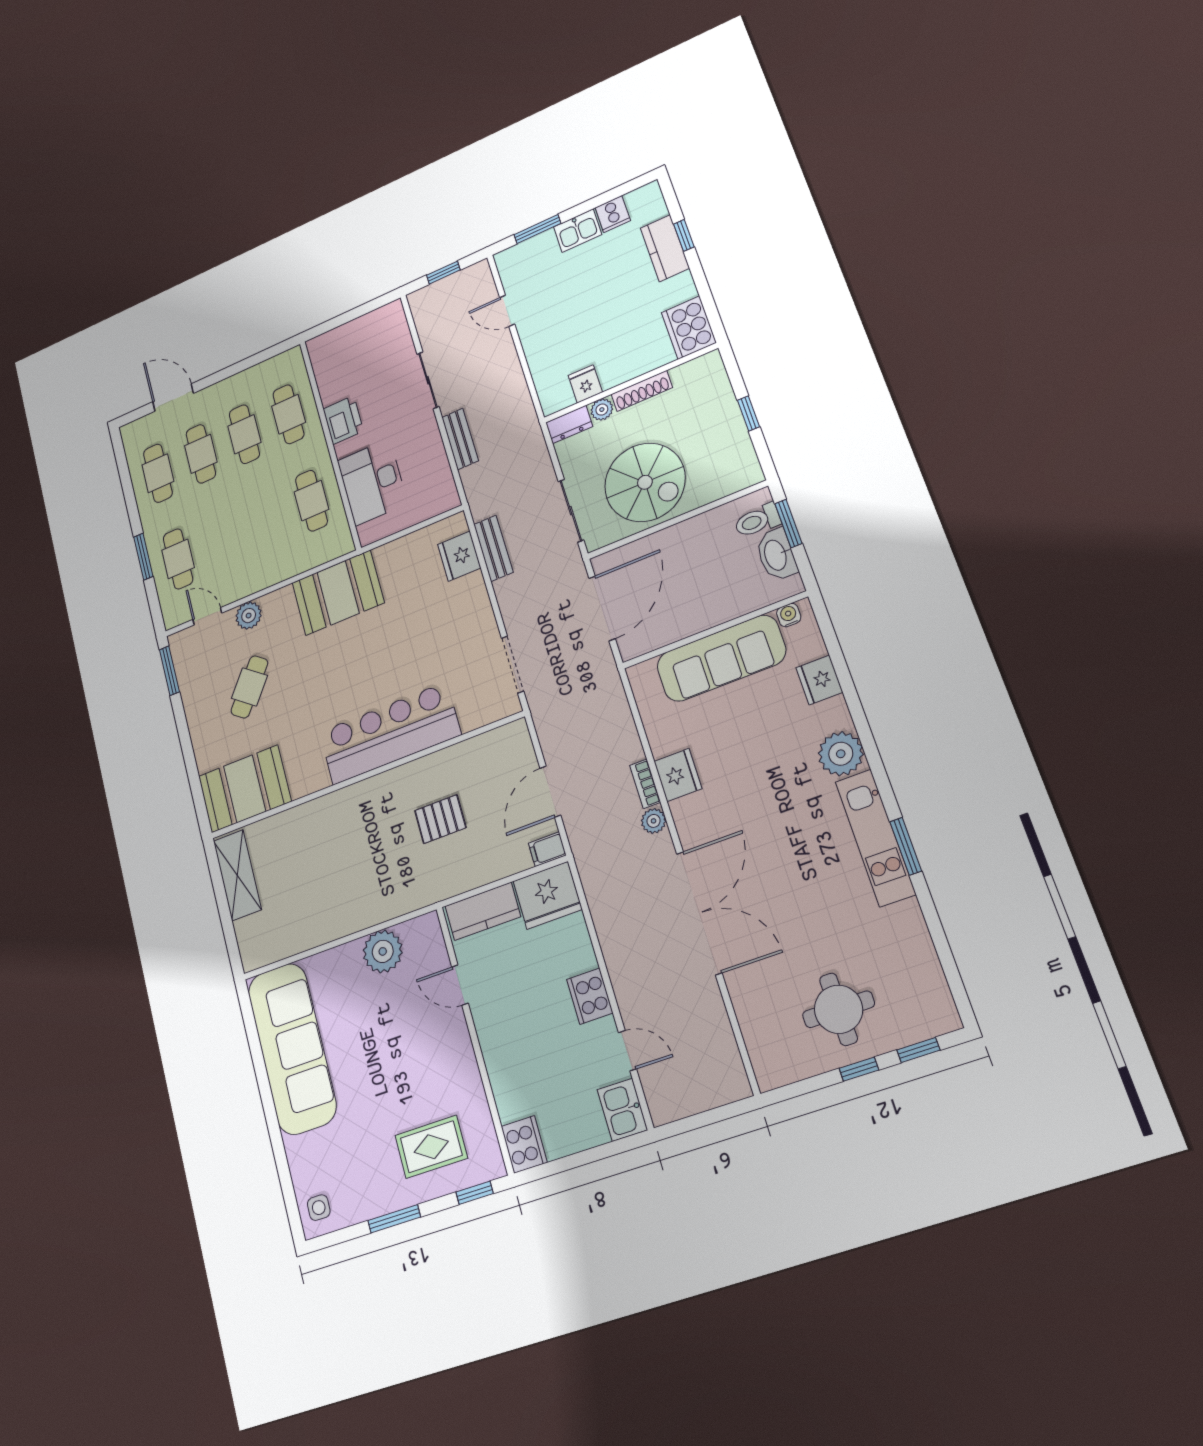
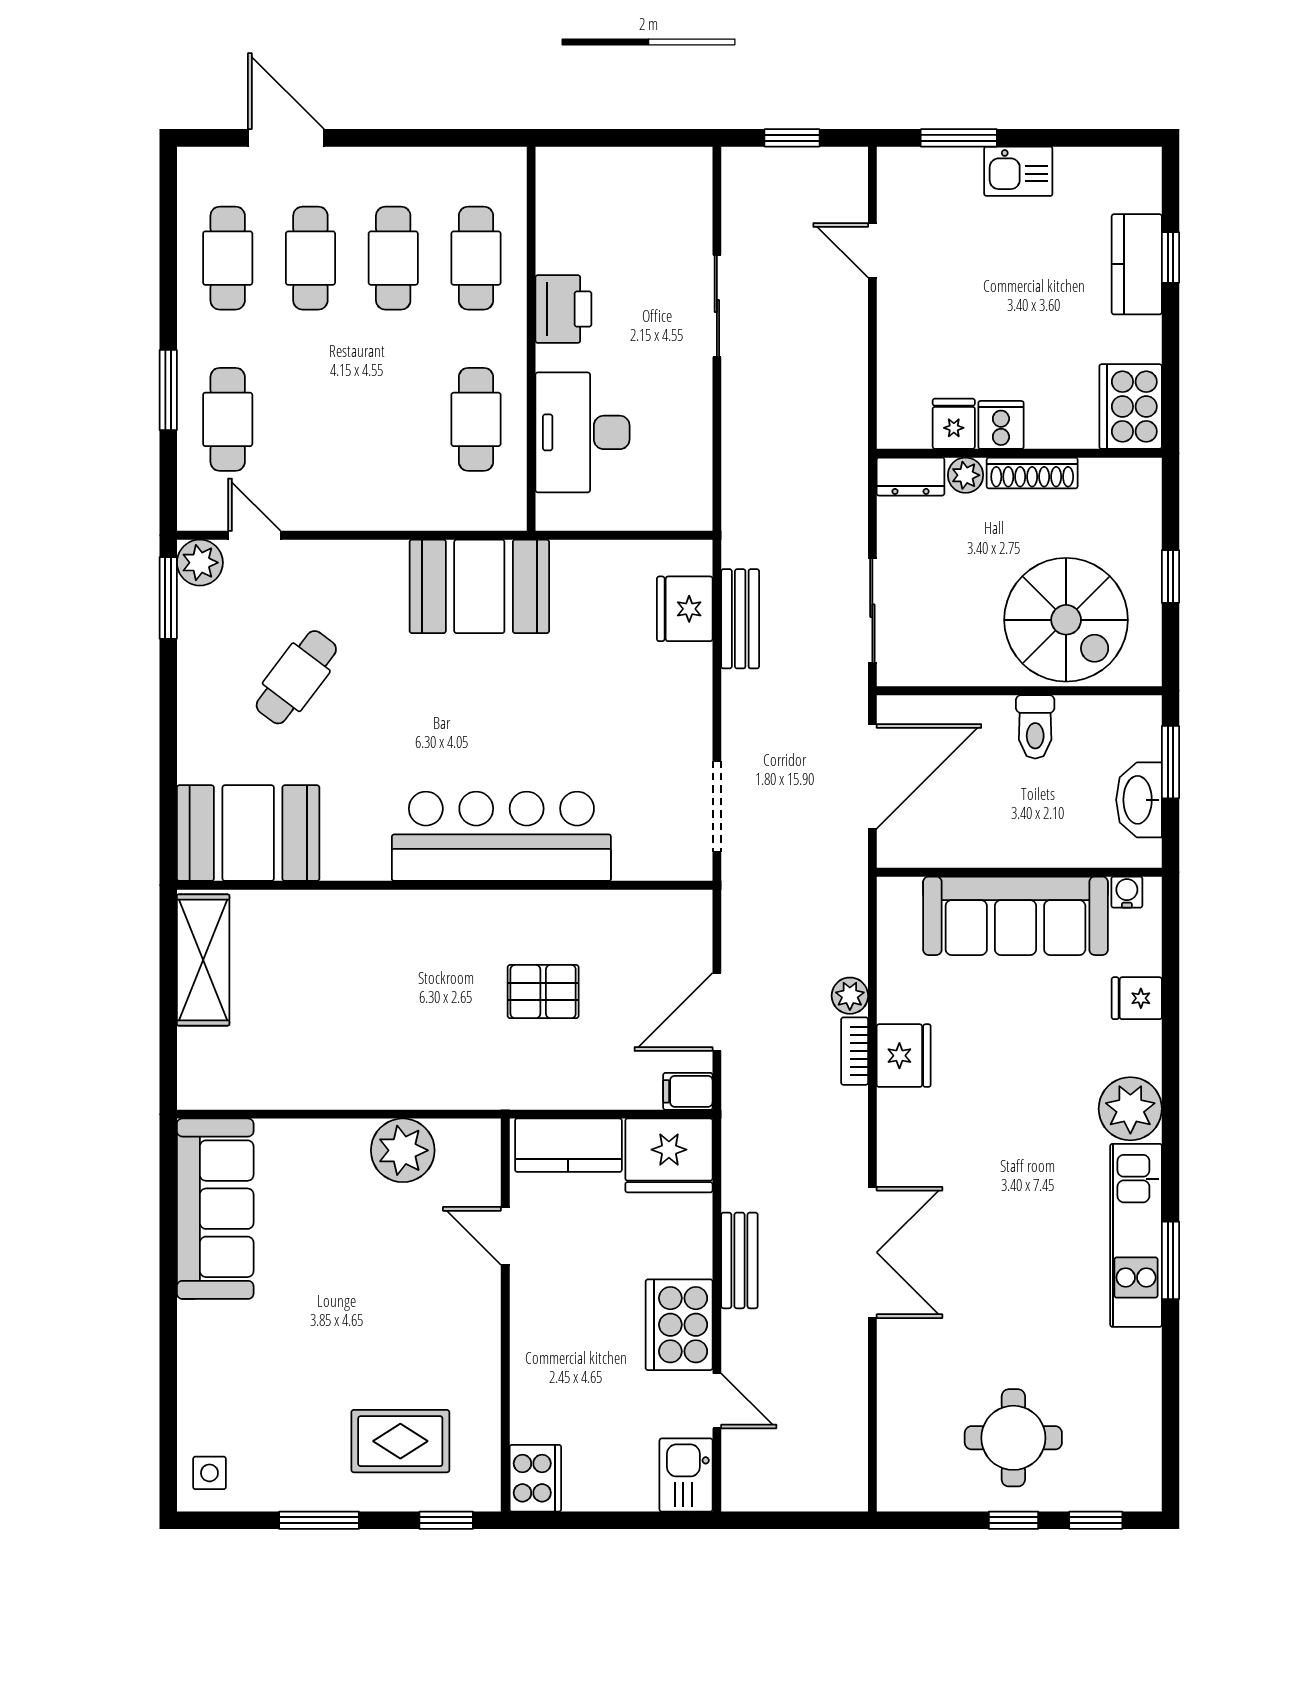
cooker: (613, 214) -> (1001, 425), moved, turned 180
bench: (460, 439) -> (739, 1260), moved
spiral stairs: (645, 482) -> (1066, 620), moved
toilet: (757, 521) -> (1035, 727), moved, turned -90
plant: (249, 616) -> (200, 563), moved
fridge: (819, 680) -> (1137, 998), width x0.72
plant: (654, 821) -> (850, 996), moved
double door: (699, 913) -> (872, 1252), width x0.73
cooker: (590, 996) -> (679, 1325), width x1.37, depth x1.31
sofa: (292, 1048) -> (215, 1209), width x0.74, depth x0.79

